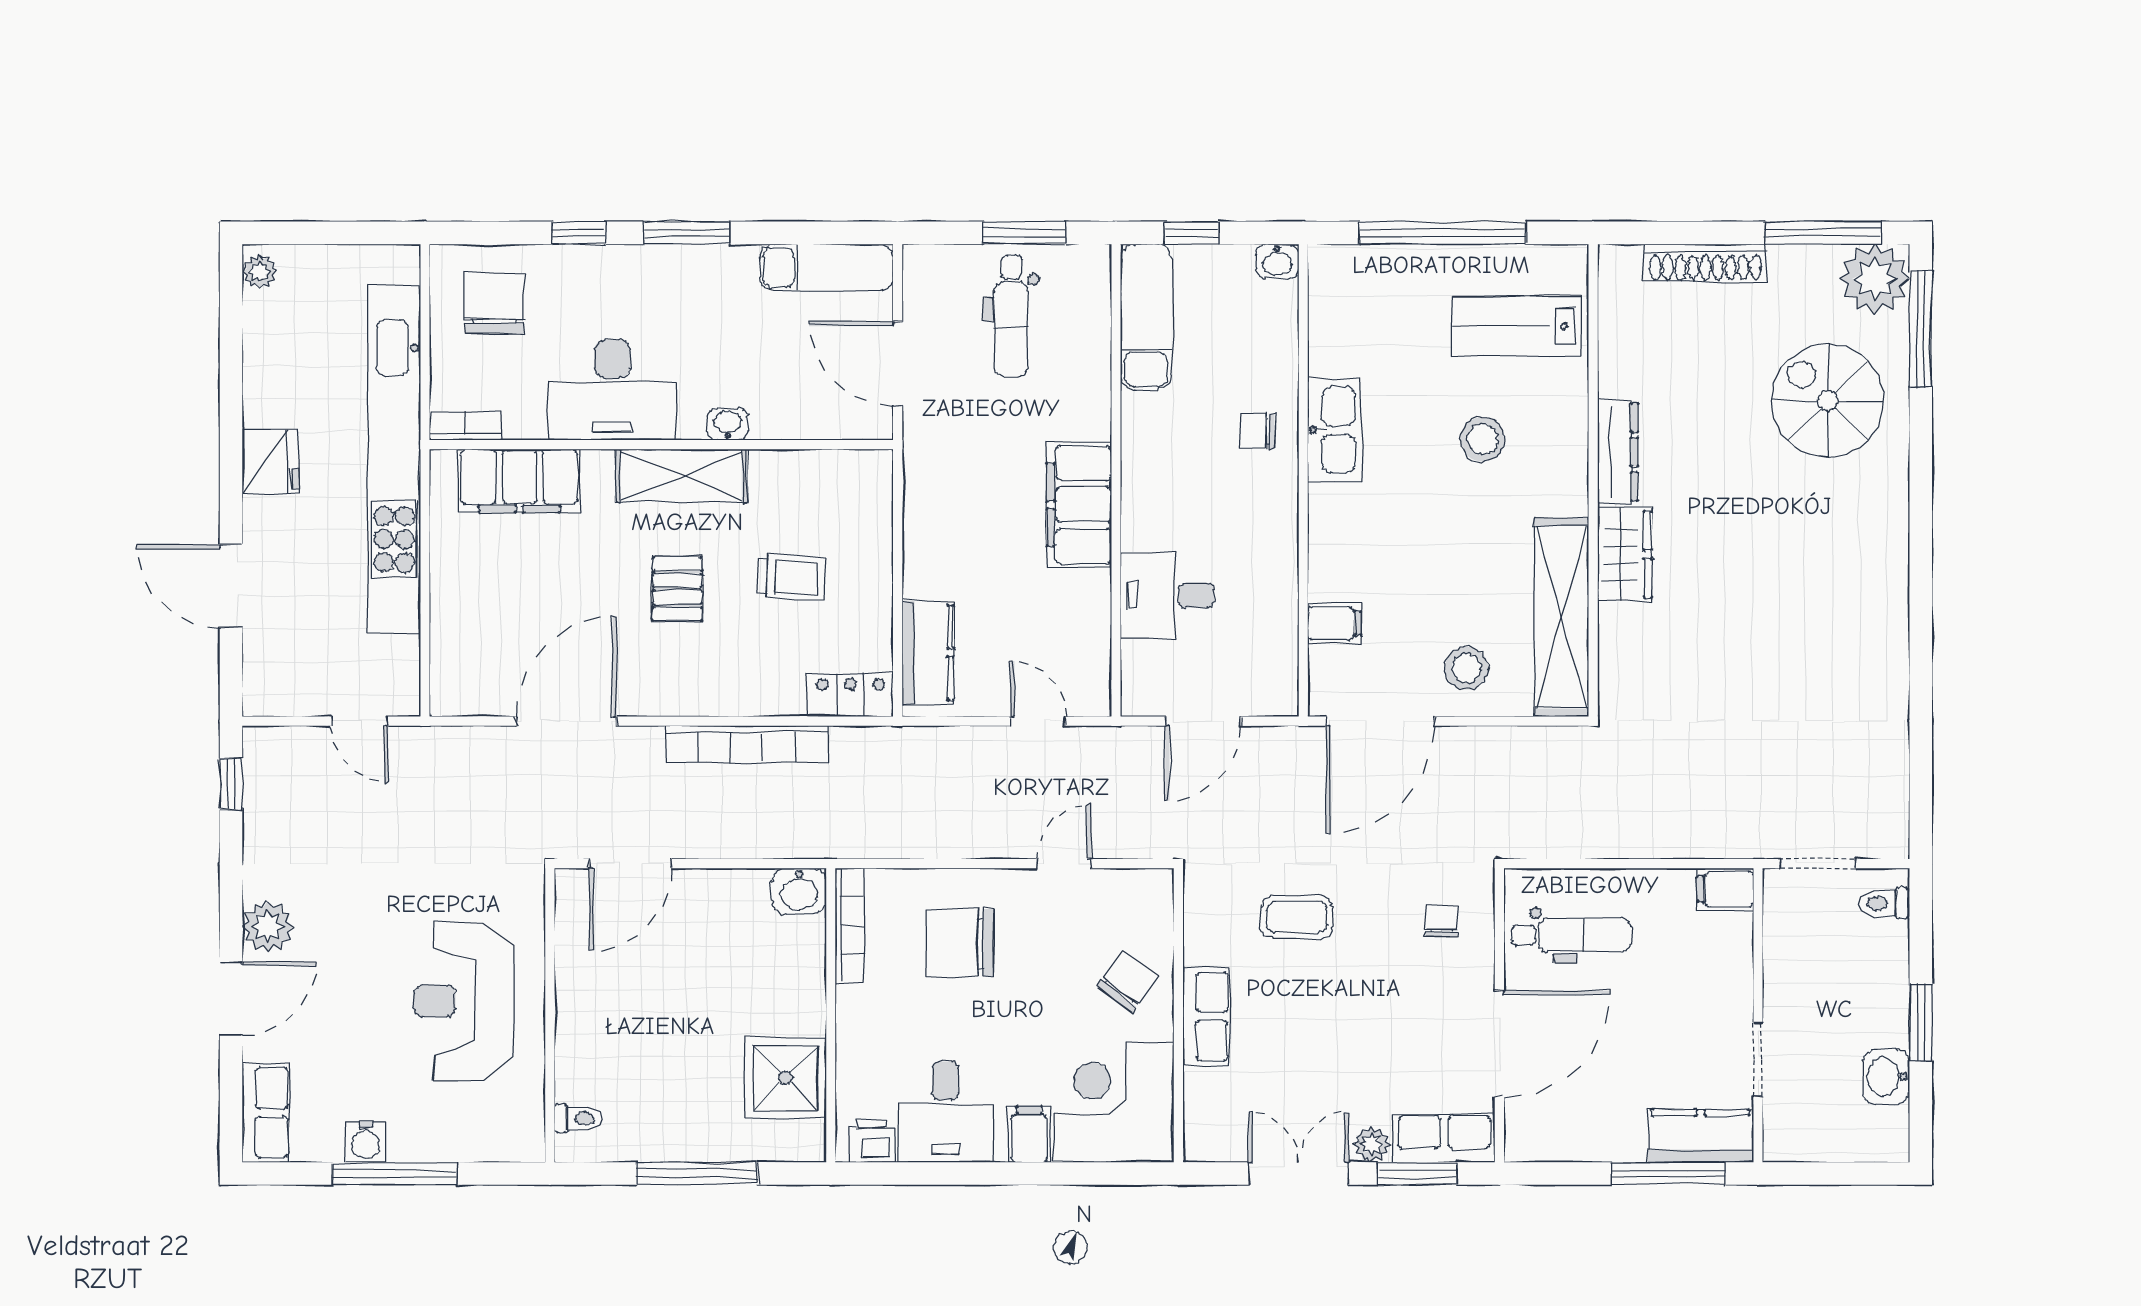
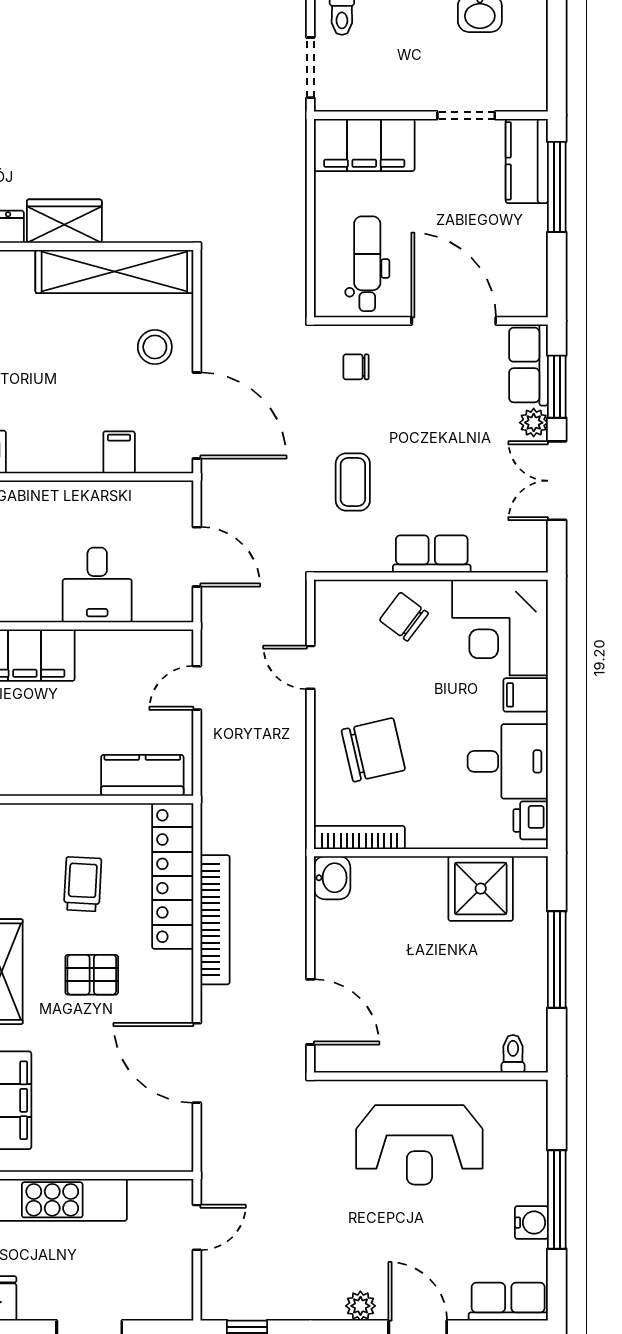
locker: (851, 695) -> (173, 876), width x2.16, depth x1.21
filing cabinet: (1725, 889) -> (364, 145), width x3.00, depth x1.17
plant: (268, 927) -> (360, 1306), width x0.73, depth x0.73
chair: (960, 943) -> (373, 750), turned -103

